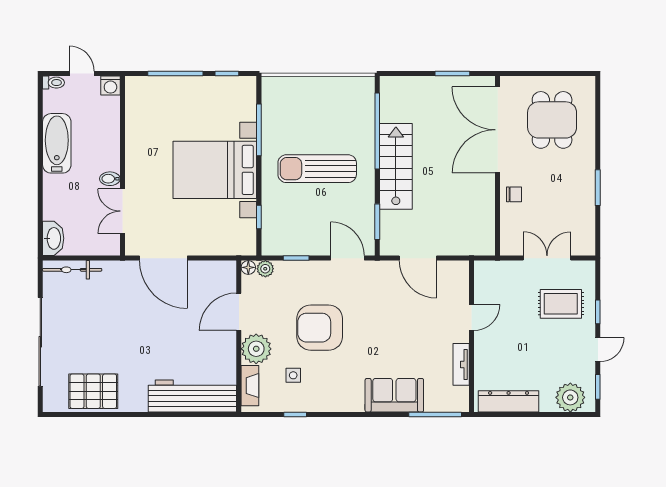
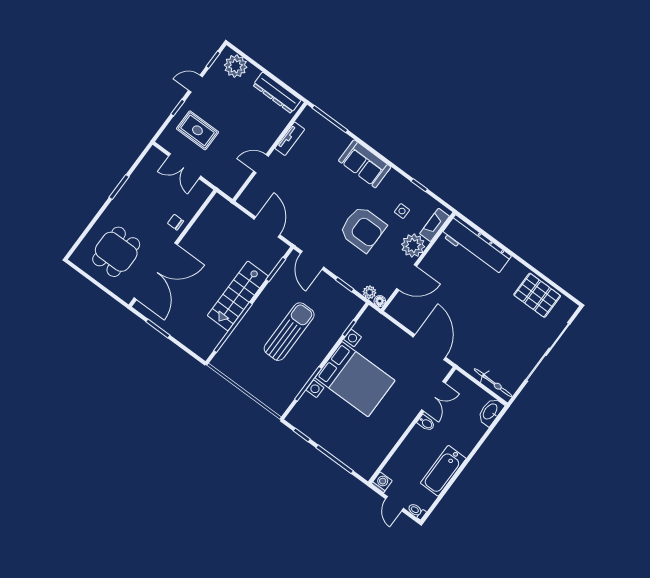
sun lounger: (317, 169) -> (289, 332), turned -90
sofa: (394, 395) -> (365, 164), moved

